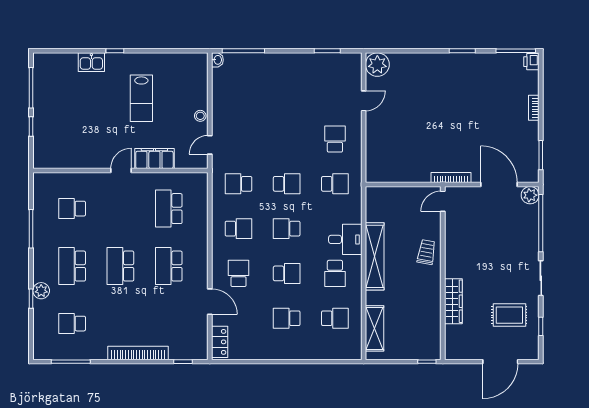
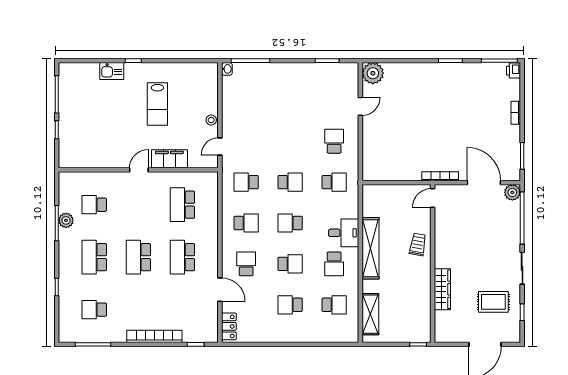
plant: (41, 291) -> (66, 220), moved

